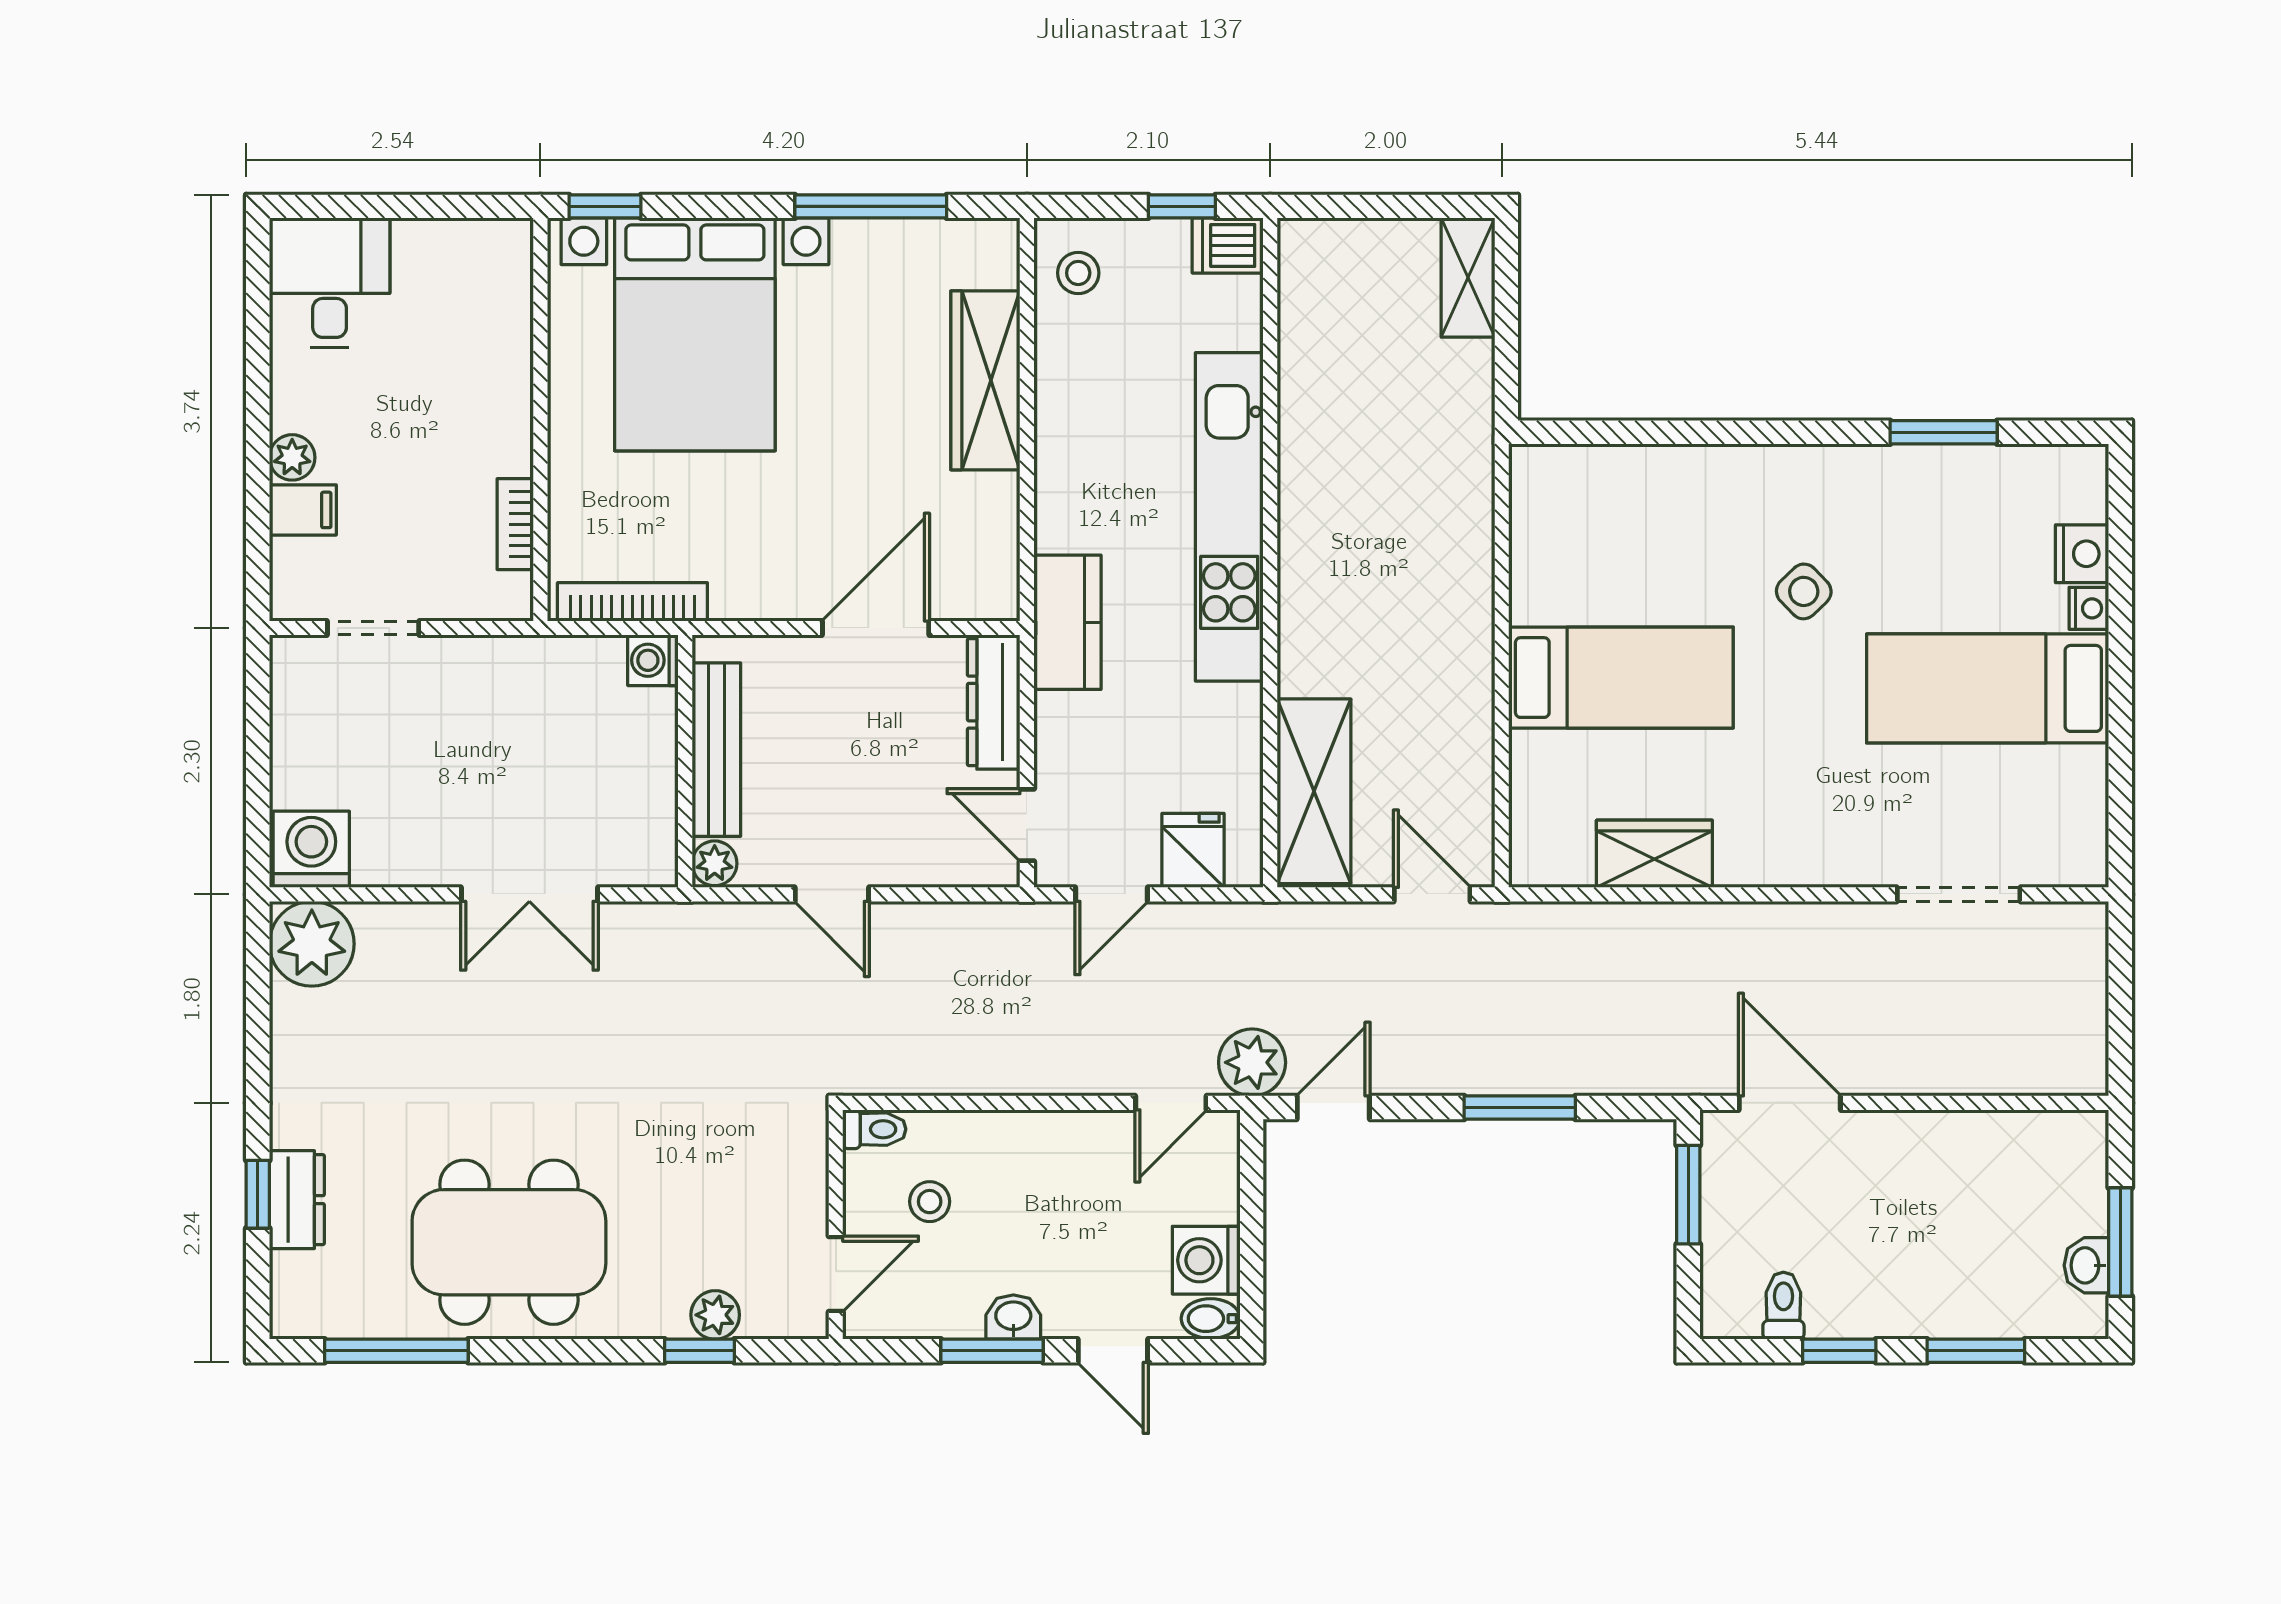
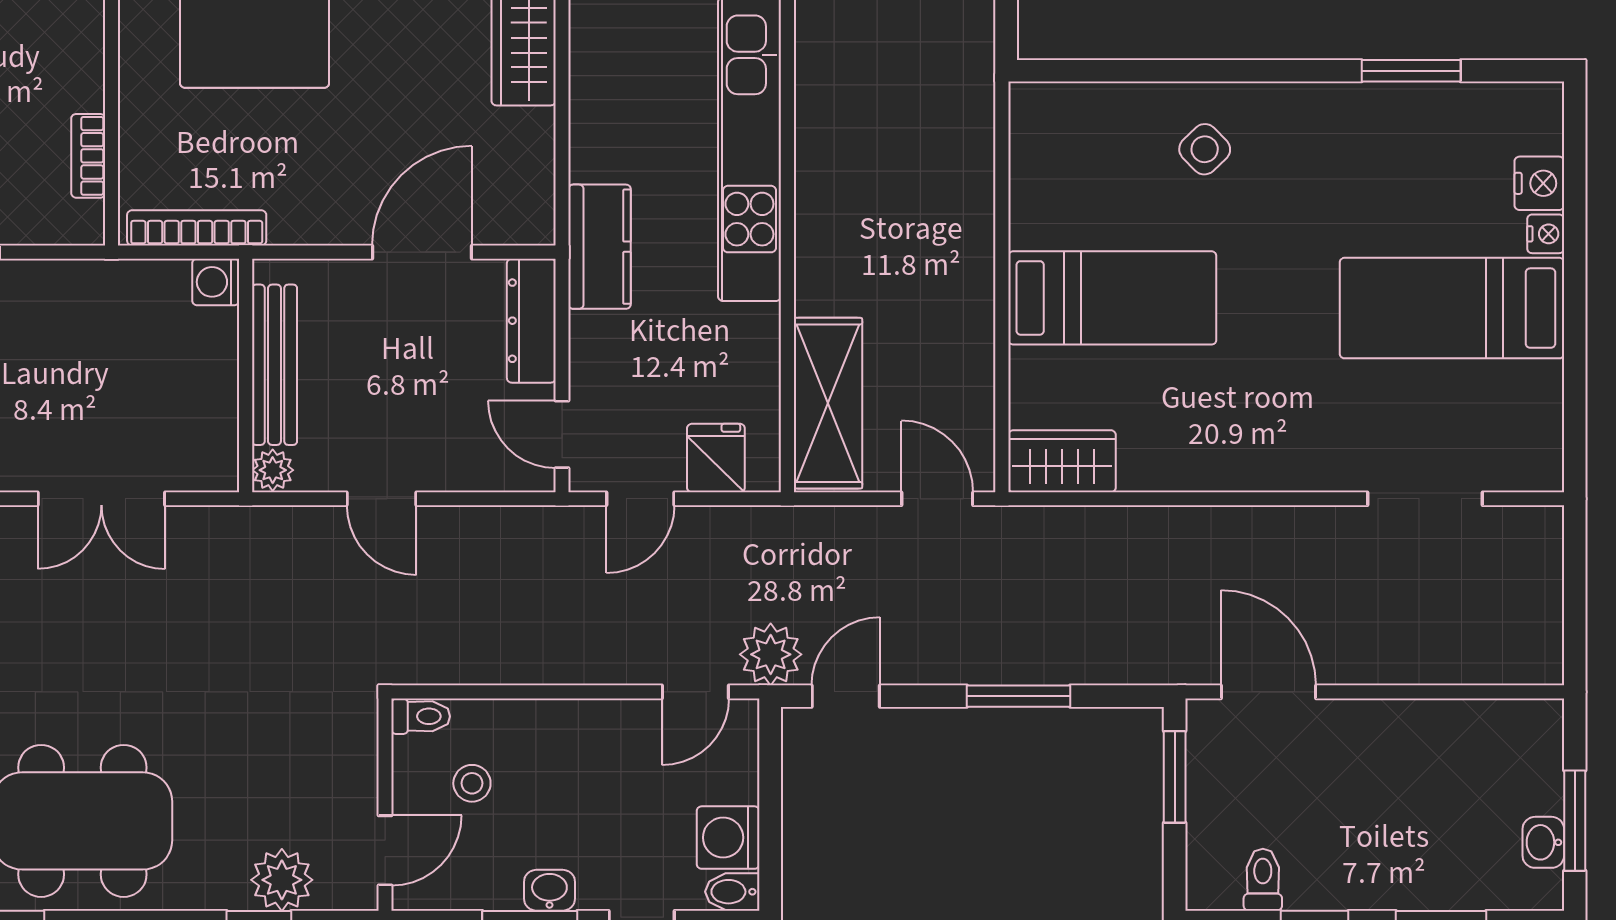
side table: (1804, 591) -> (1205, 149), moved
wardrobe: (1654, 854) -> (1062, 461), moved
plant: (715, 1315) -> (282, 880), width x1.38, depth x1.38

